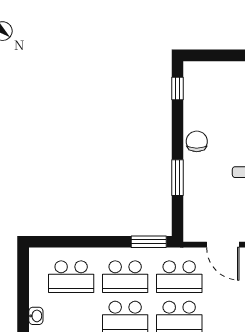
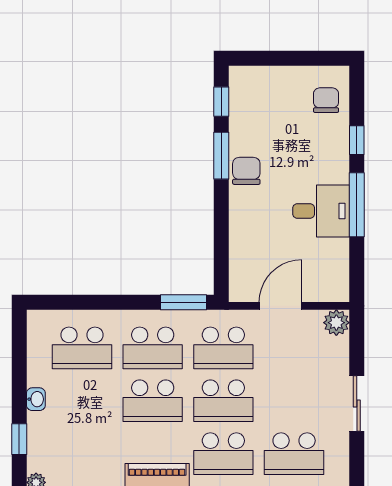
window: (178, 178) -> (221, 156), moved
door: (223, 245) -> (281, 306), swing flipped

